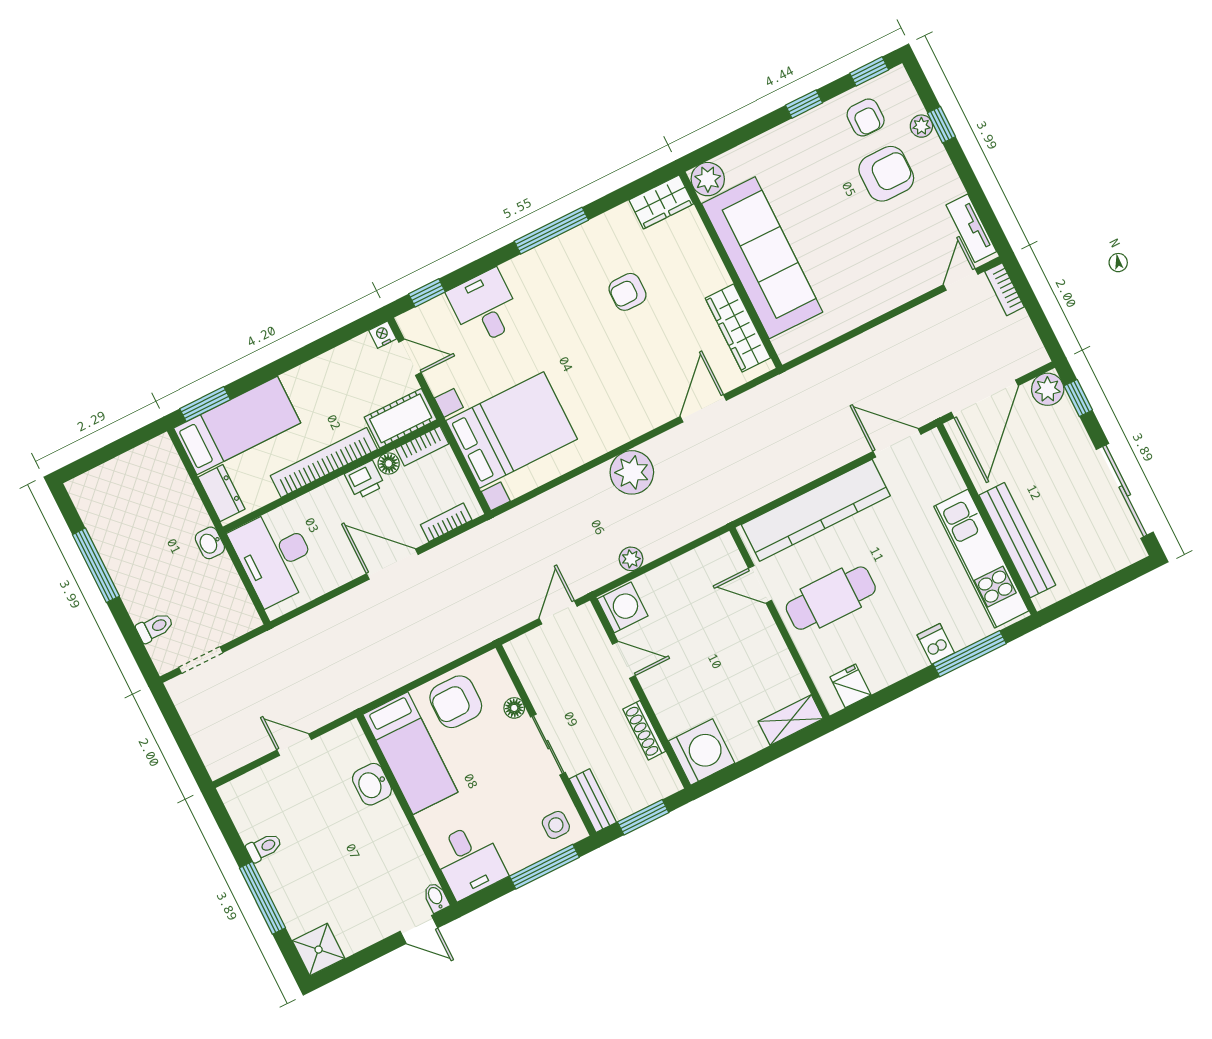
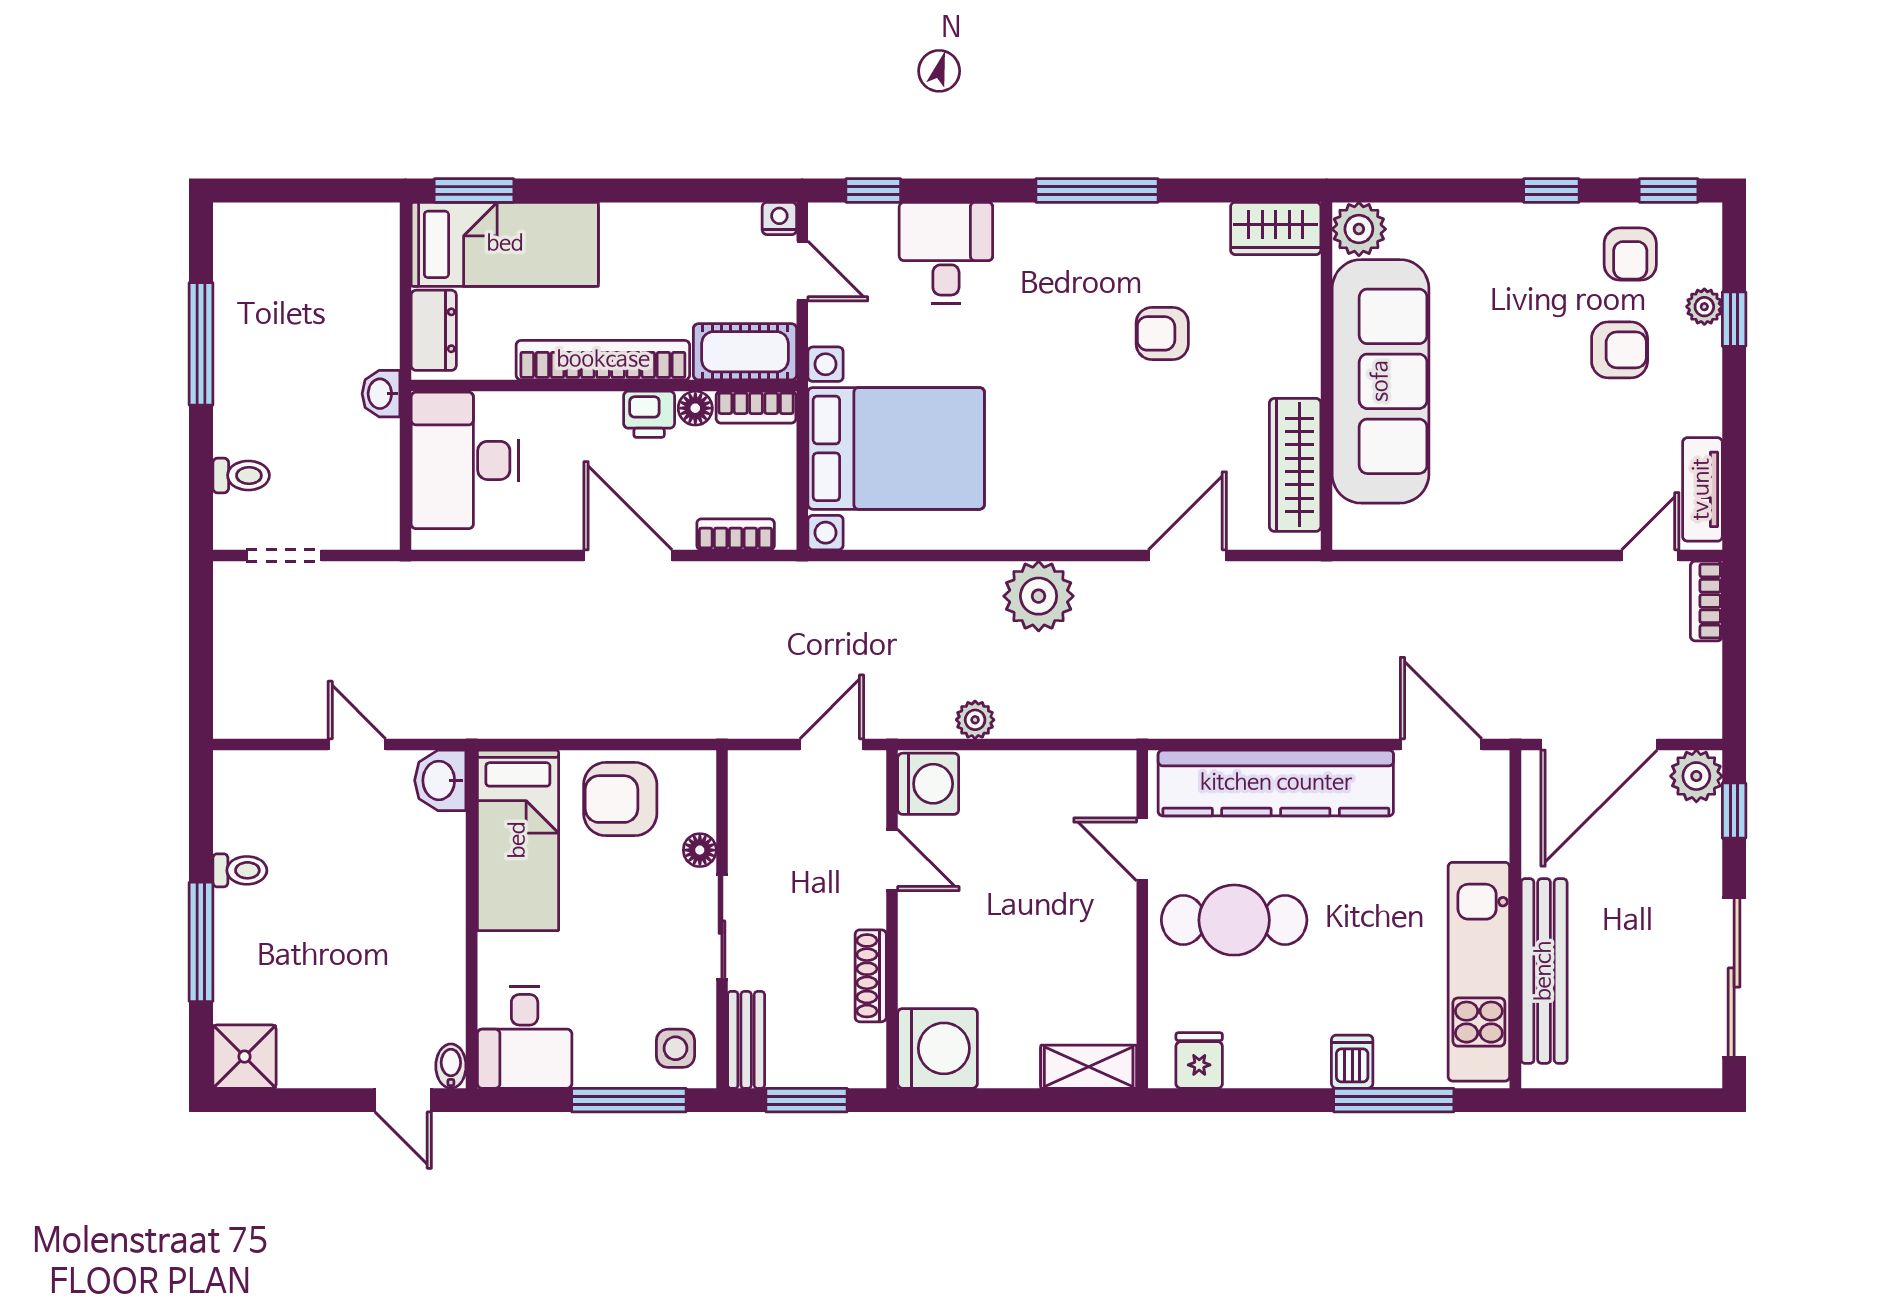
armchair: (886, 174) -> (1620, 350), width x0.72, depth x0.72
washbasin: (372, 784) -> (440, 780), moved

